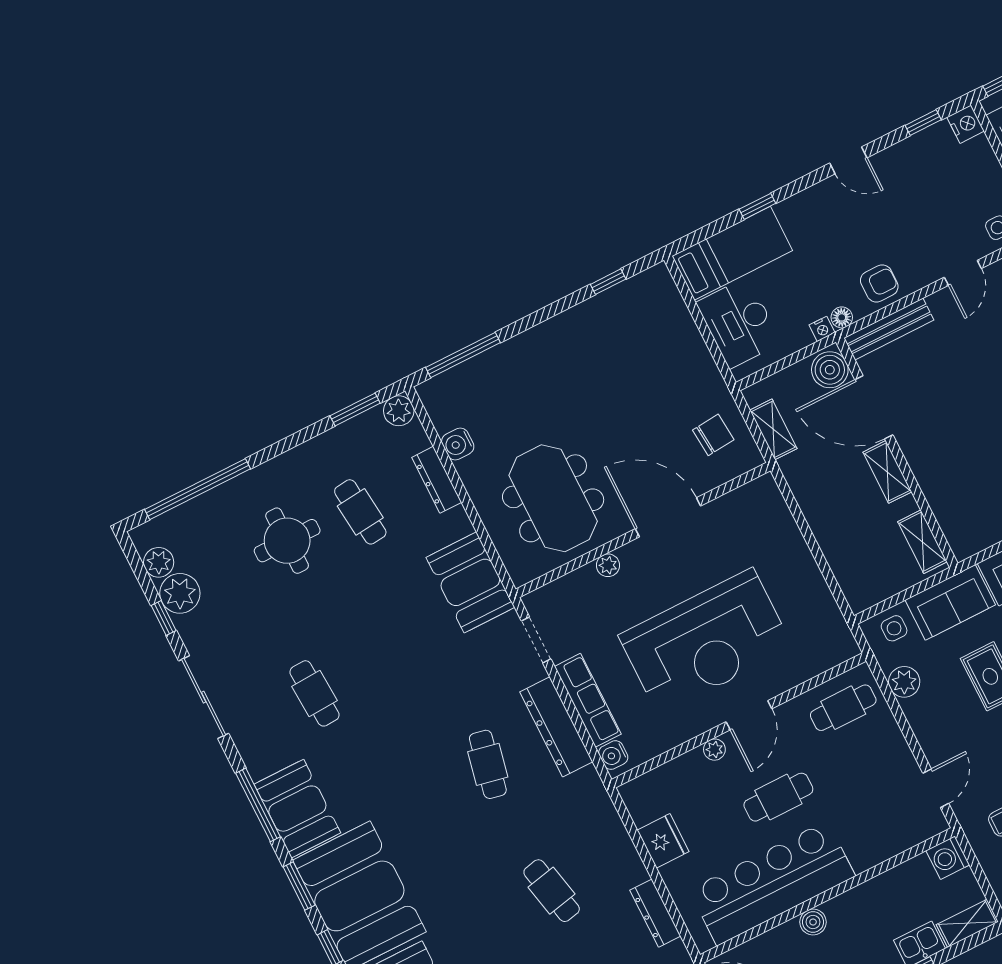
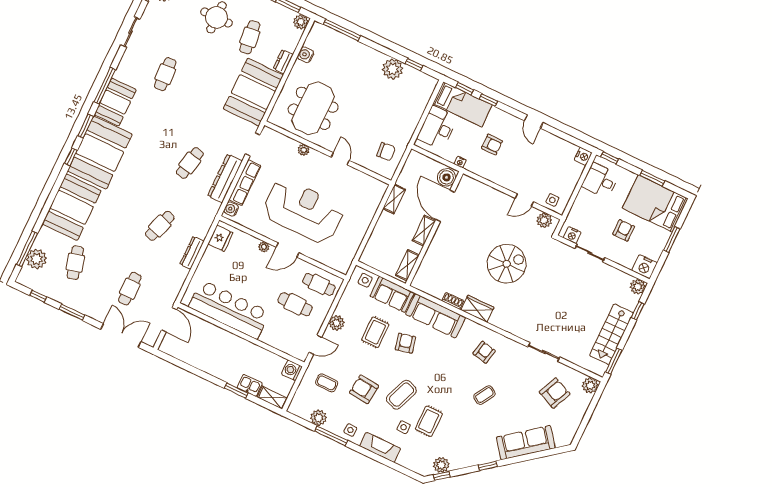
window: (923, 123) -> (465, 89), moved
armchair: (879, 283) -> (492, 145), moved
floor lamp: (842, 317) -> (470, 166), removed
plant: (589, 322) -> (393, 69), added
bench: (889, 329) -> (480, 188), removed
shelving: (773, 429) -> (394, 199), moved
dresser: (437, 480) -> (283, 62), width x0.70
door: (668, 517) -> (340, 159), width x0.53
booth: (470, 582) -> (253, 92), width x1.36, depth x1.42
reception desk: (706, 642) -> (303, 211), turned 180
plant: (904, 682) -> (337, 323), moved
sliding door: (204, 697) -> (130, 32), width x0.73
cafe table: (778, 797) -> (295, 304), moved
fridge: (663, 841) -> (220, 238), moved
cafe table: (552, 891) -> (160, 226), turned 30
dresser: (655, 913) -> (192, 253), moved
boiler: (813, 922) -> (226, 337), removed

